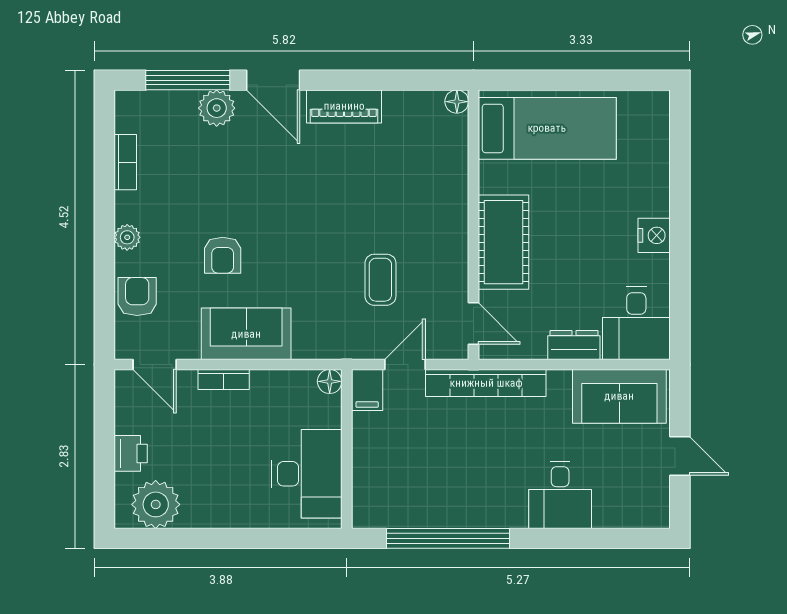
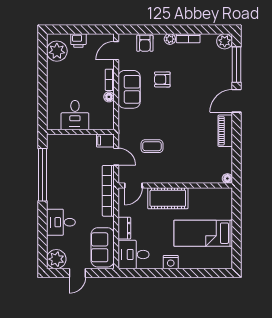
plant: (217, 108) -> (225, 41), moved
bed: (547, 128) -> (203, 233), moved, turned 90
bookcase: (125, 162) -> (188, 38), moved
armchair: (137, 297) -> (145, 43), turned 90
floor lamp: (330, 381) -> (109, 97), moved
desk: (307, 474) -> (75, 115), width x0.73
plant: (647, 506) -> (56, 259), added

